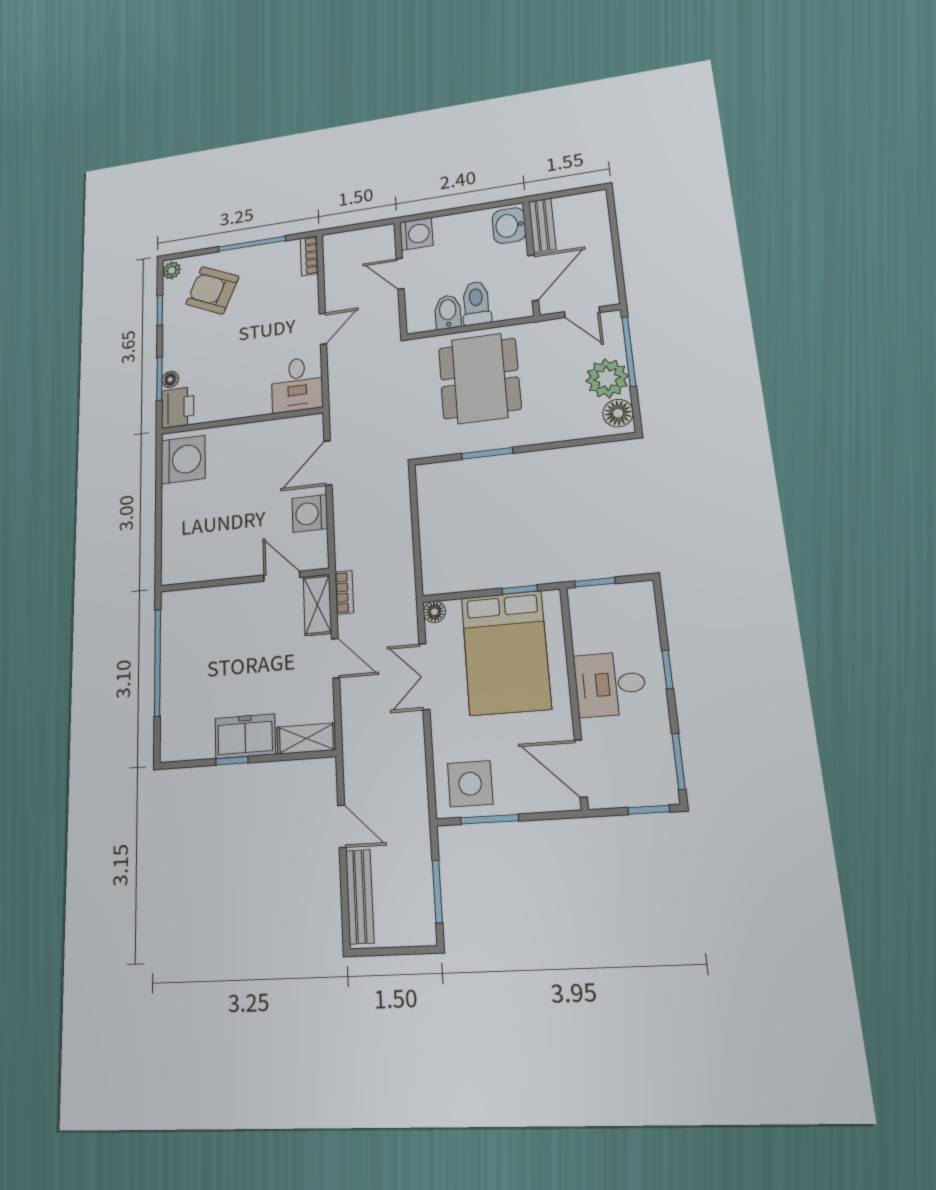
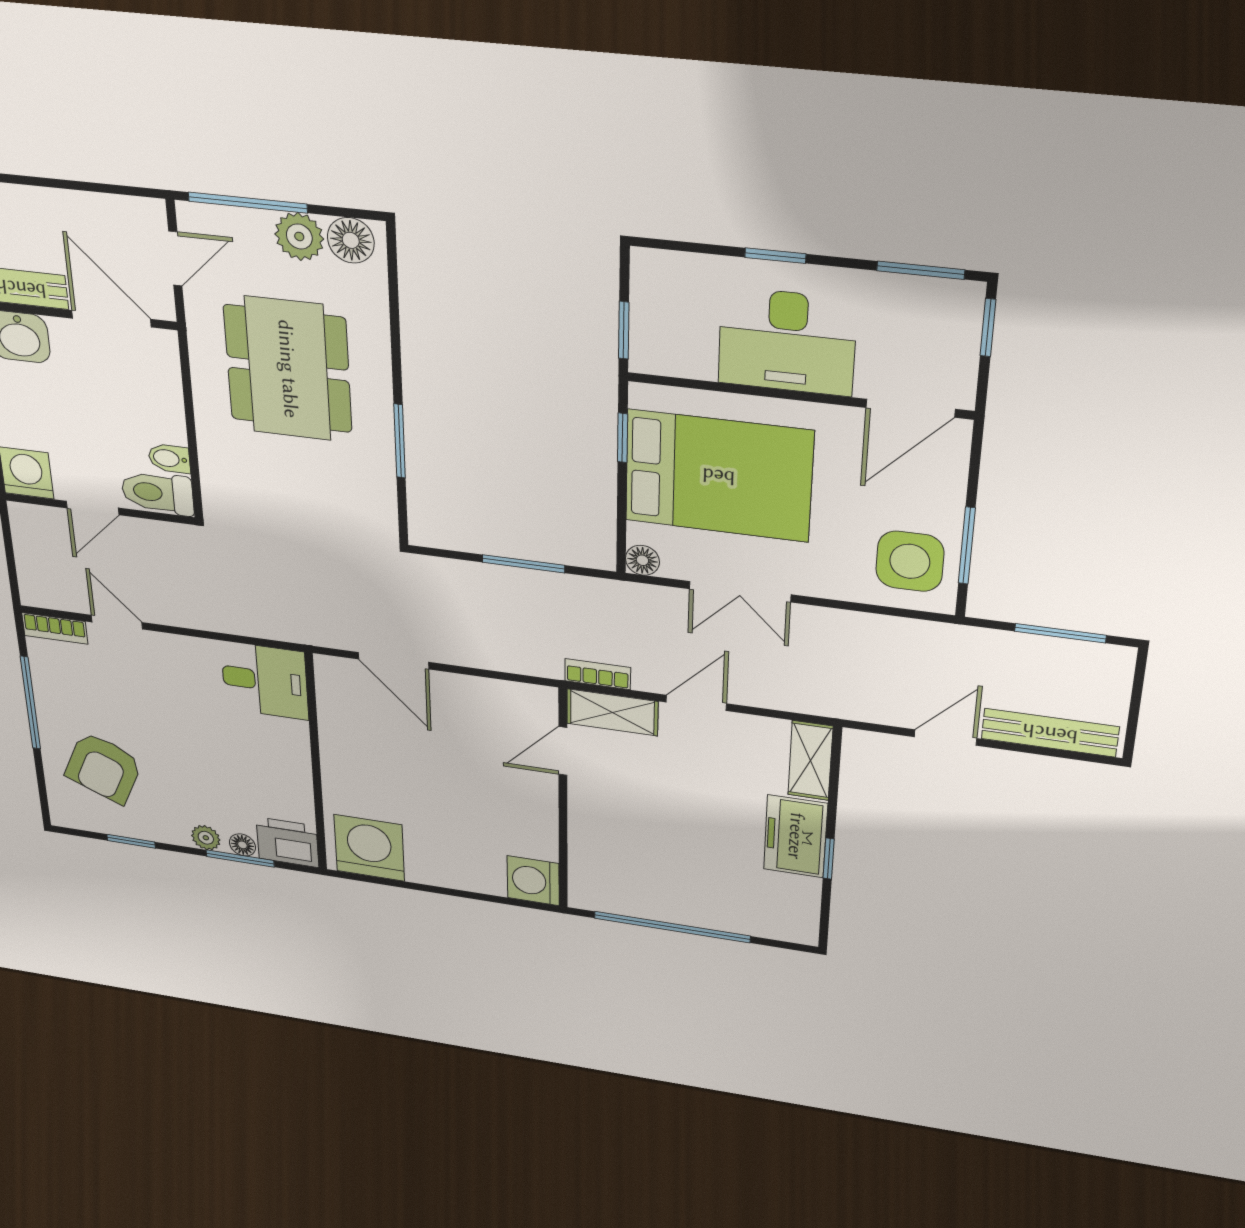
plant: (172, 270) -> (206, 838), moved
toilet: (476, 303) -> (158, 493), moved
bidet: (448, 312) -> (169, 458), width x0.72, depth x0.74
door: (323, 329) -> (117, 622), moved
dining table: (480, 378) -> (288, 369), moved, turned 90
plant: (607, 378) -> (299, 236), width x0.73, depth x0.73
washing machine: (310, 513) -> (533, 881), moved, turned 90
window: (416, 537) -> (524, 564), added
desk: (610, 684) -> (787, 341), width x1.37

